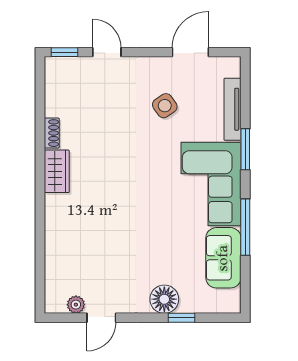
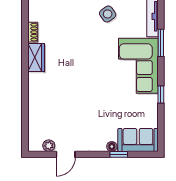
window: (245, 227) -> (161, 94), width x0.46
sofa: (223, 258) -> (138, 140), moved, turned 90
floor lamp: (164, 299) -> (112, 146), width x0.53, depth x0.53

